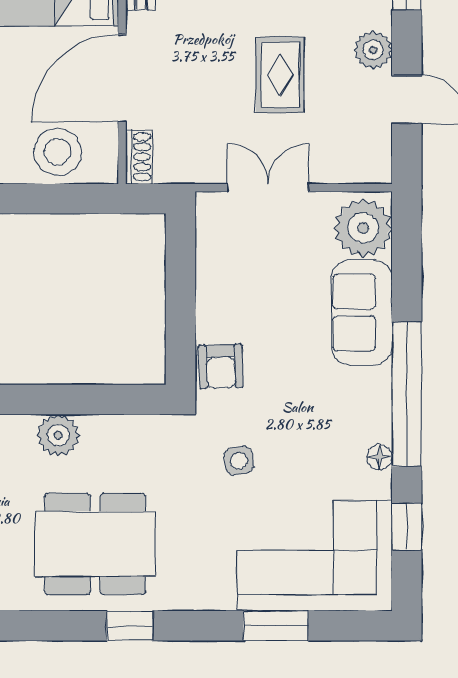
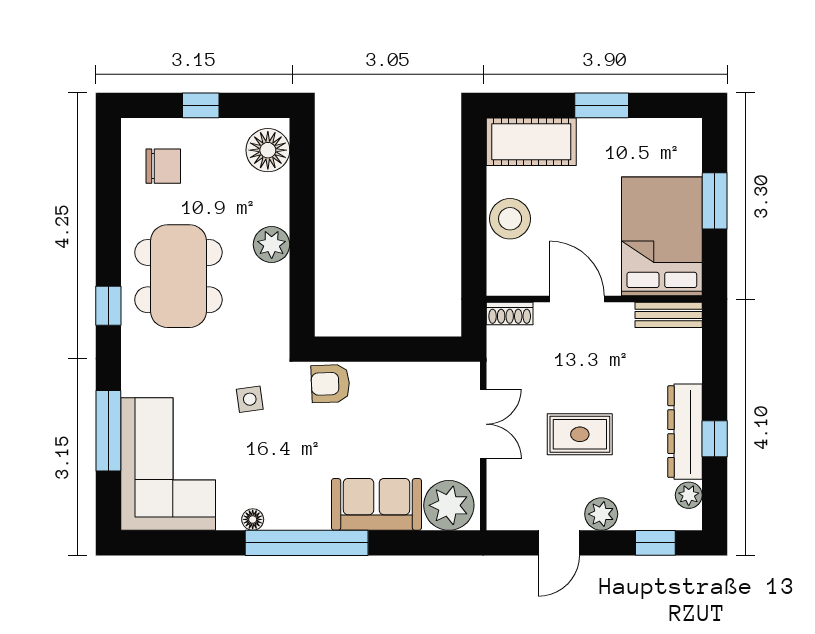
door: (122, 78) -> (577, 299), width x0.73
stool: (58, 152) -> (510, 219), moved
window: (407, 527) -> (193, 543), removed
window: (276, 626) -> (108, 431), width x1.44

